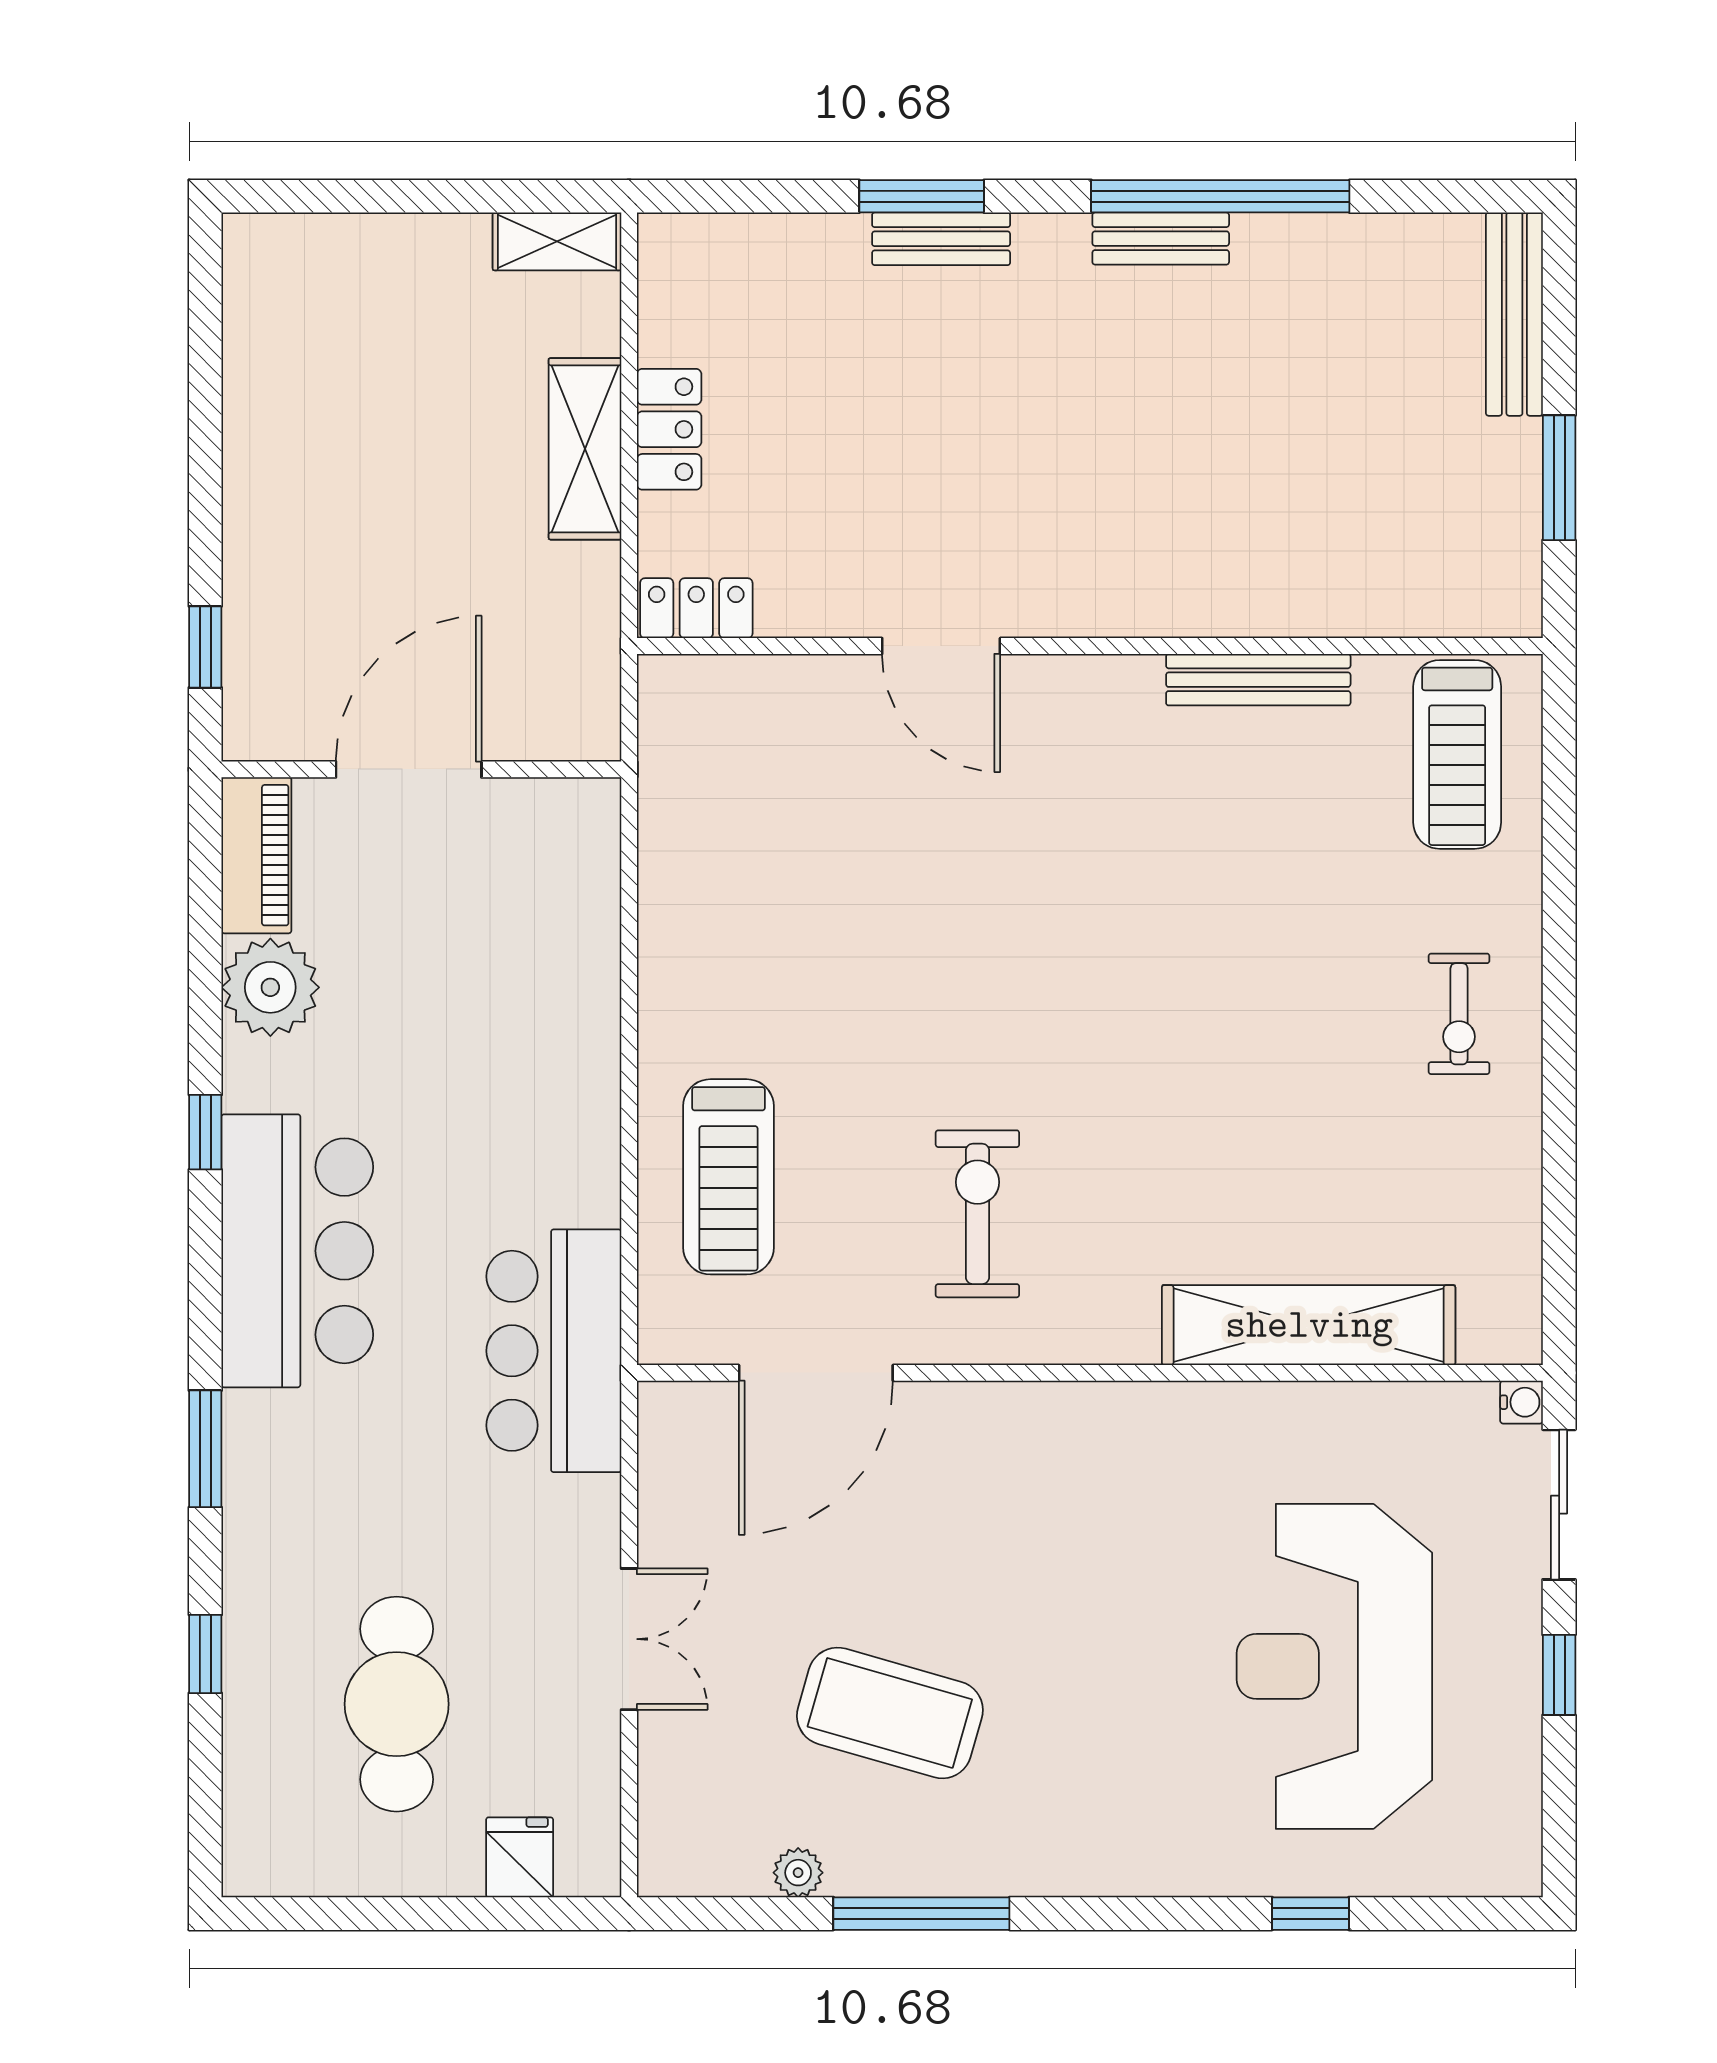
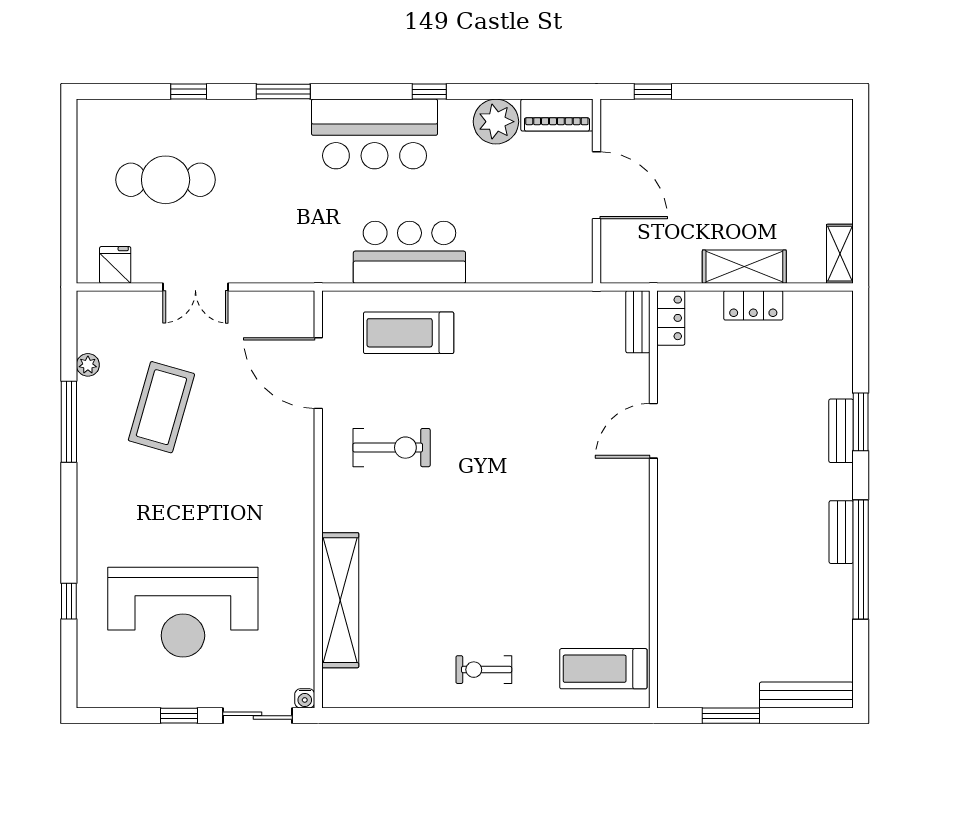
bench: (1258, 680) -> (638, 322), moved, width x0.73
bar counter: (554, 1351) -> (409, 252), moved
reception desk: (1334, 1666) -> (183, 612), turned 180
fridge: (520, 1857) -> (115, 265), moved, turned -90

